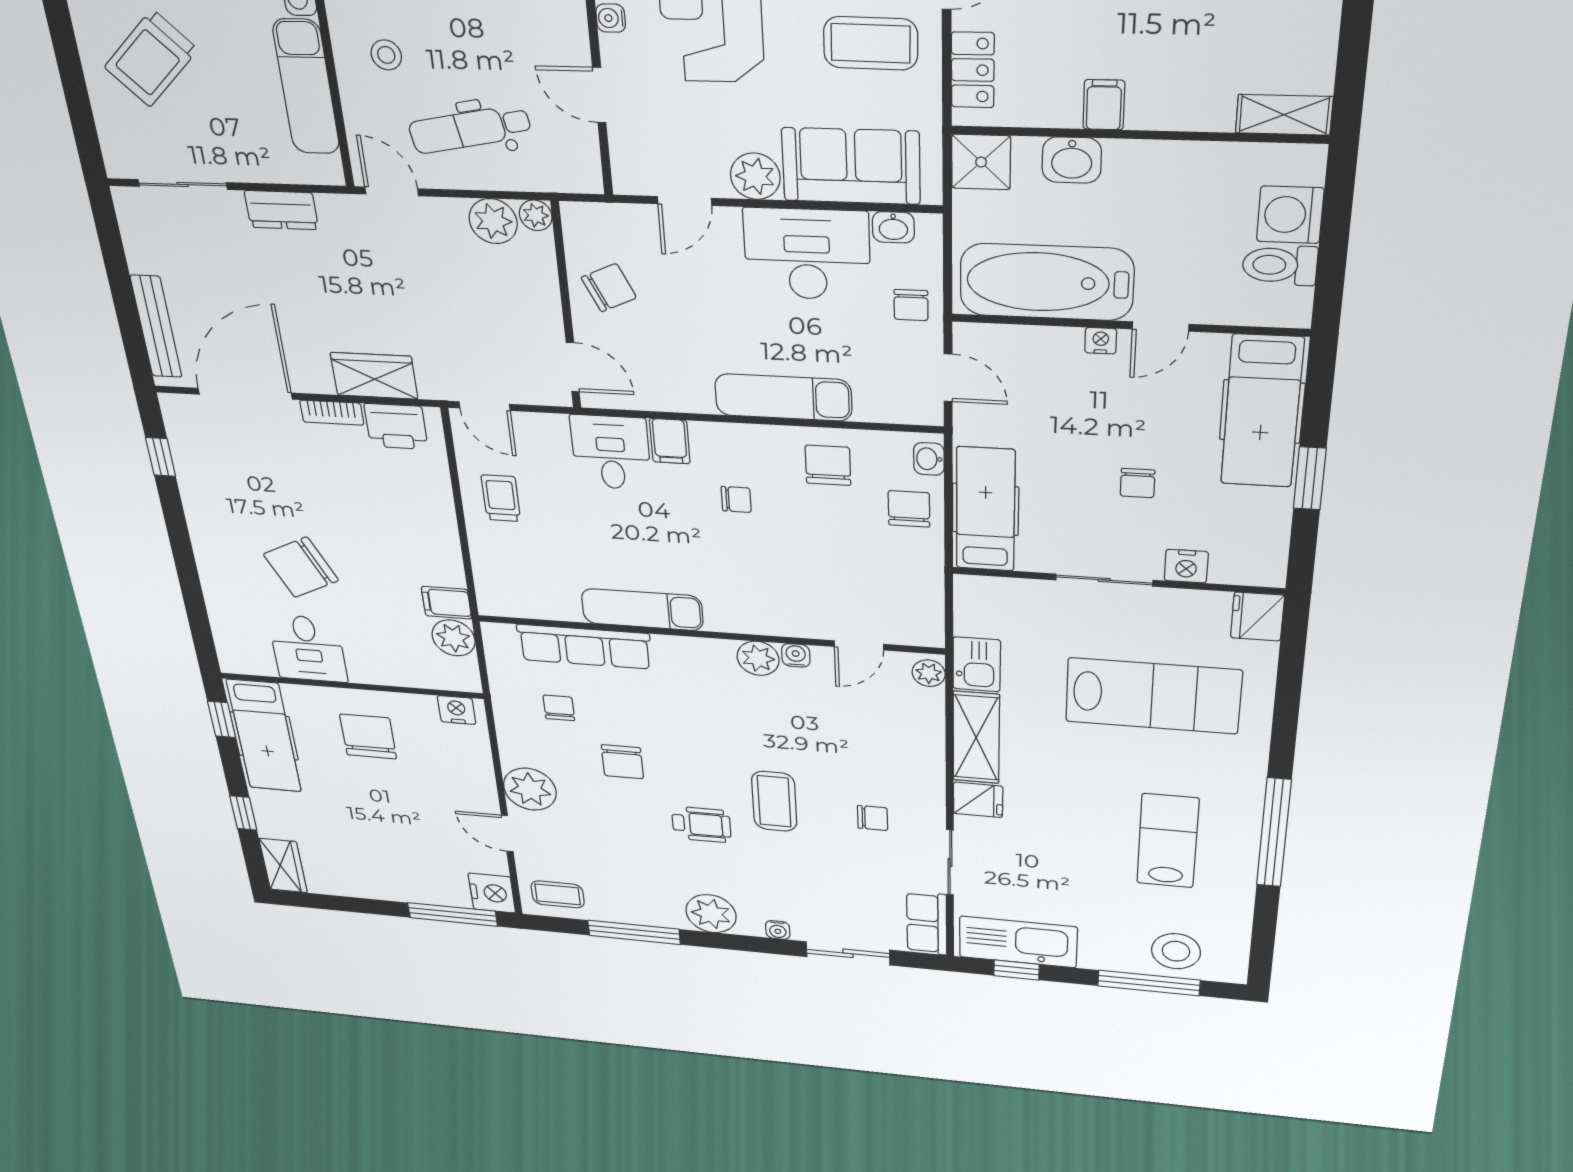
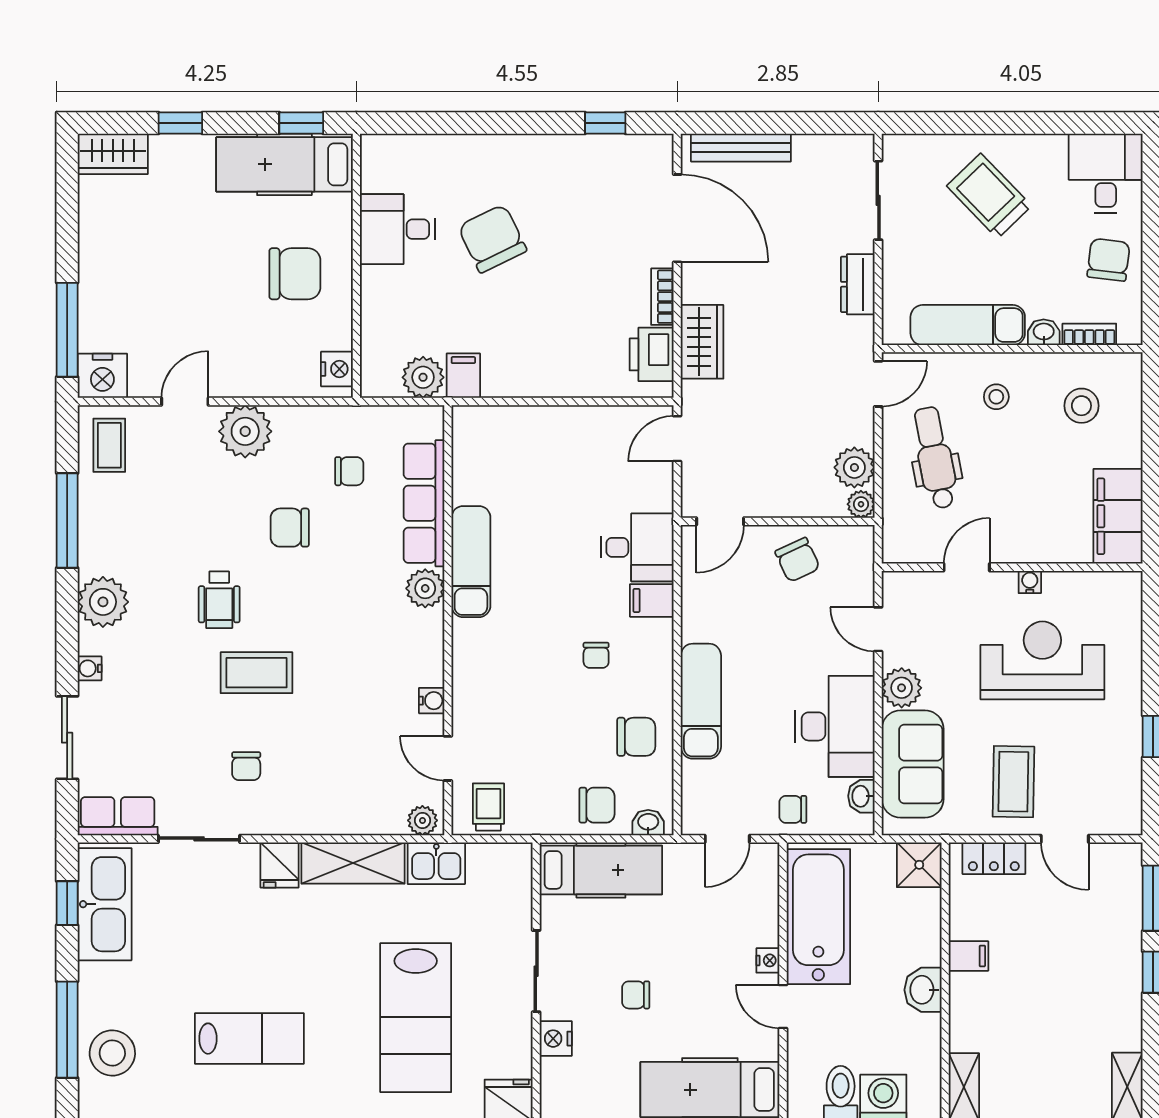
washbasin: (1072, 160) -> (923, 990), moved
trolley: (501, 498) -> (488, 807), moved, turned -90
plant: (758, 658) -> (425, 588), moved

